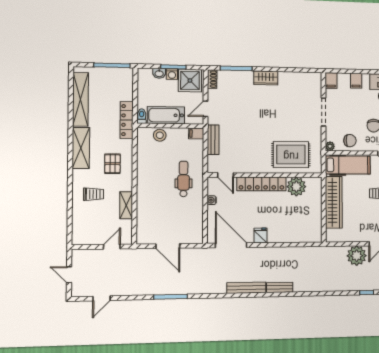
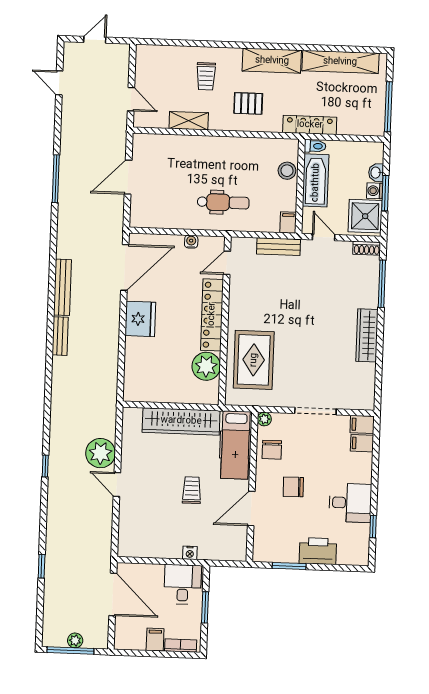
wardrobe: (266, 78) -> (367, 335), width x1.50
filing cabinet: (356, 81) -> (362, 443), moved
fridge: (260, 236) -> (140, 319), width x1.88, depth x1.34

